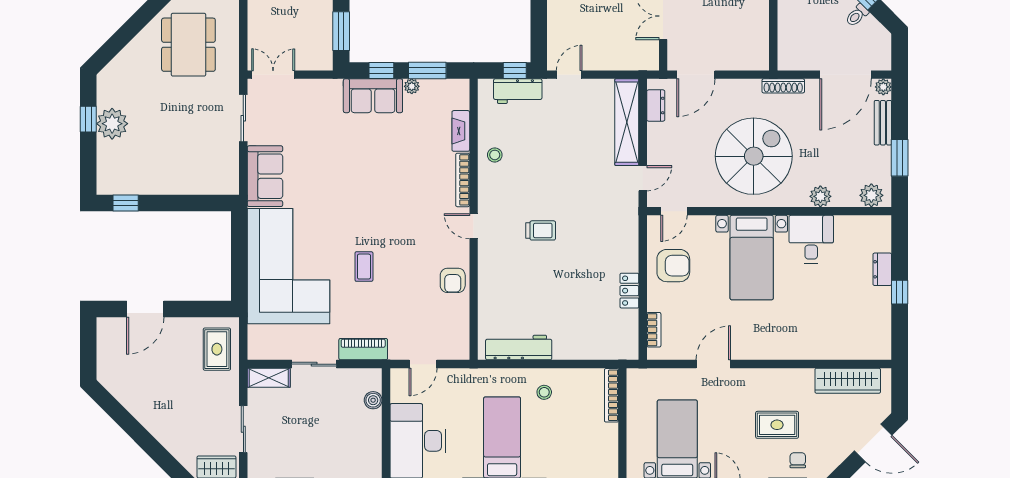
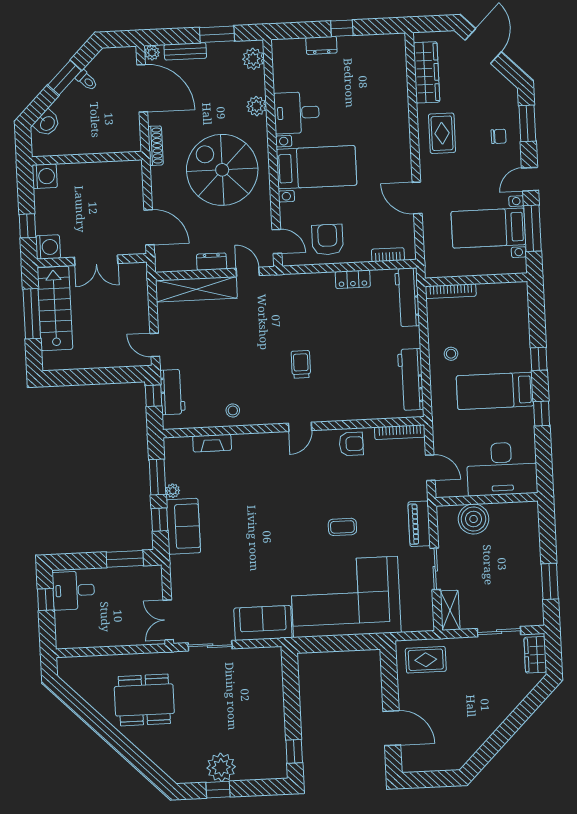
dresser: (656, 106) -> (212, 262), moved
bookcase: (463, 180) -> (400, 432), moved
workbench: (607, 348) -> (407, 297), added
boiler: (373, 400) -> (474, 519), width x1.86, depth x1.86
rug: (777, 425) -> (442, 133), moved
chair: (798, 460) -> (499, 136), moved, turned 180

